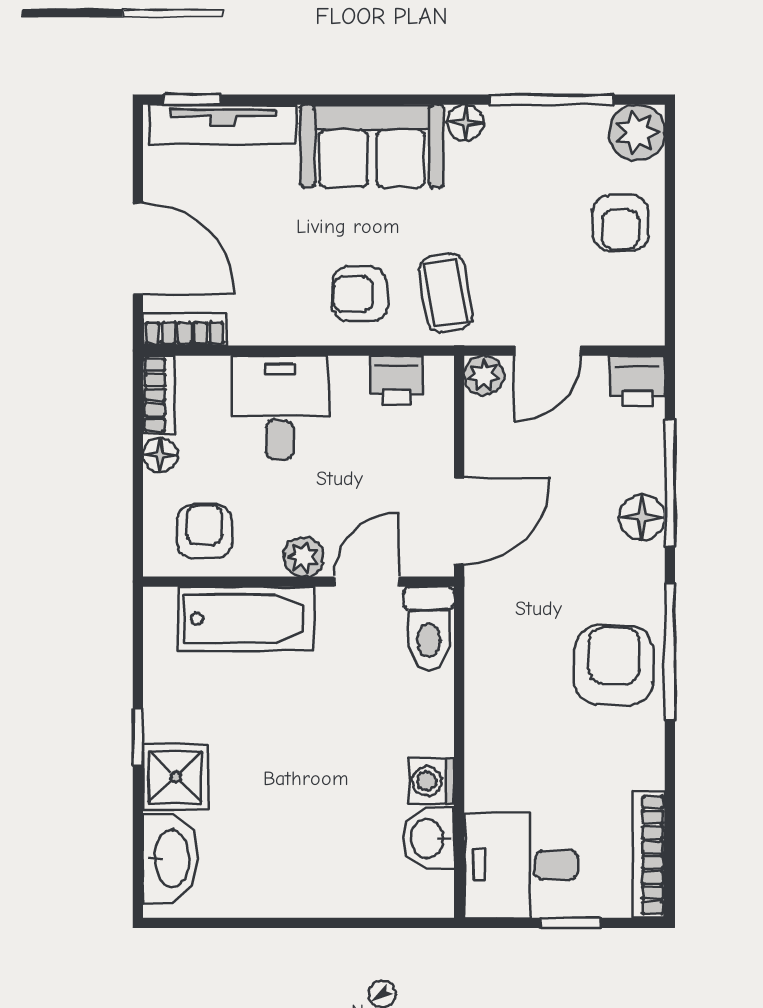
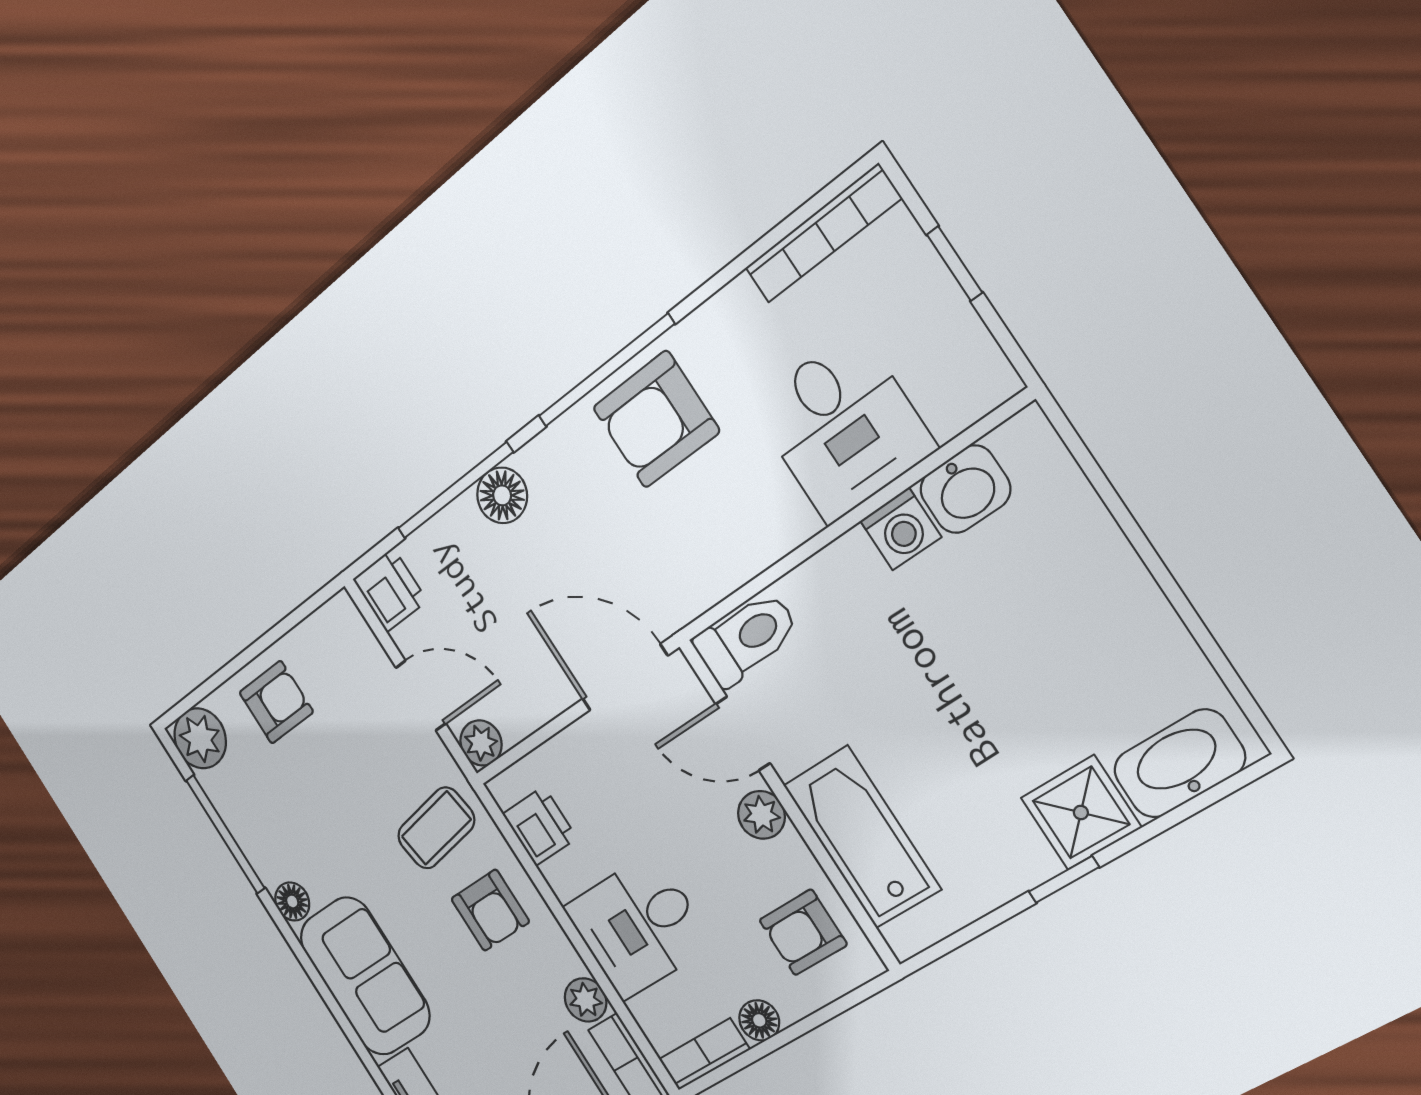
plant: (250, 326) -> (586, 1000), added
desk: (521, 865) -> (843, 427), moved

